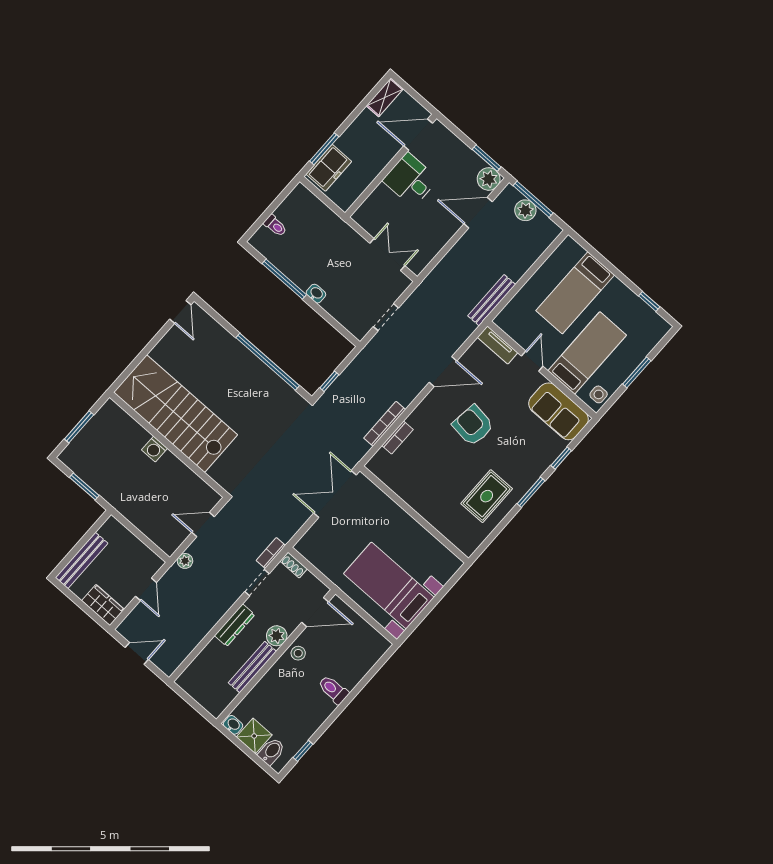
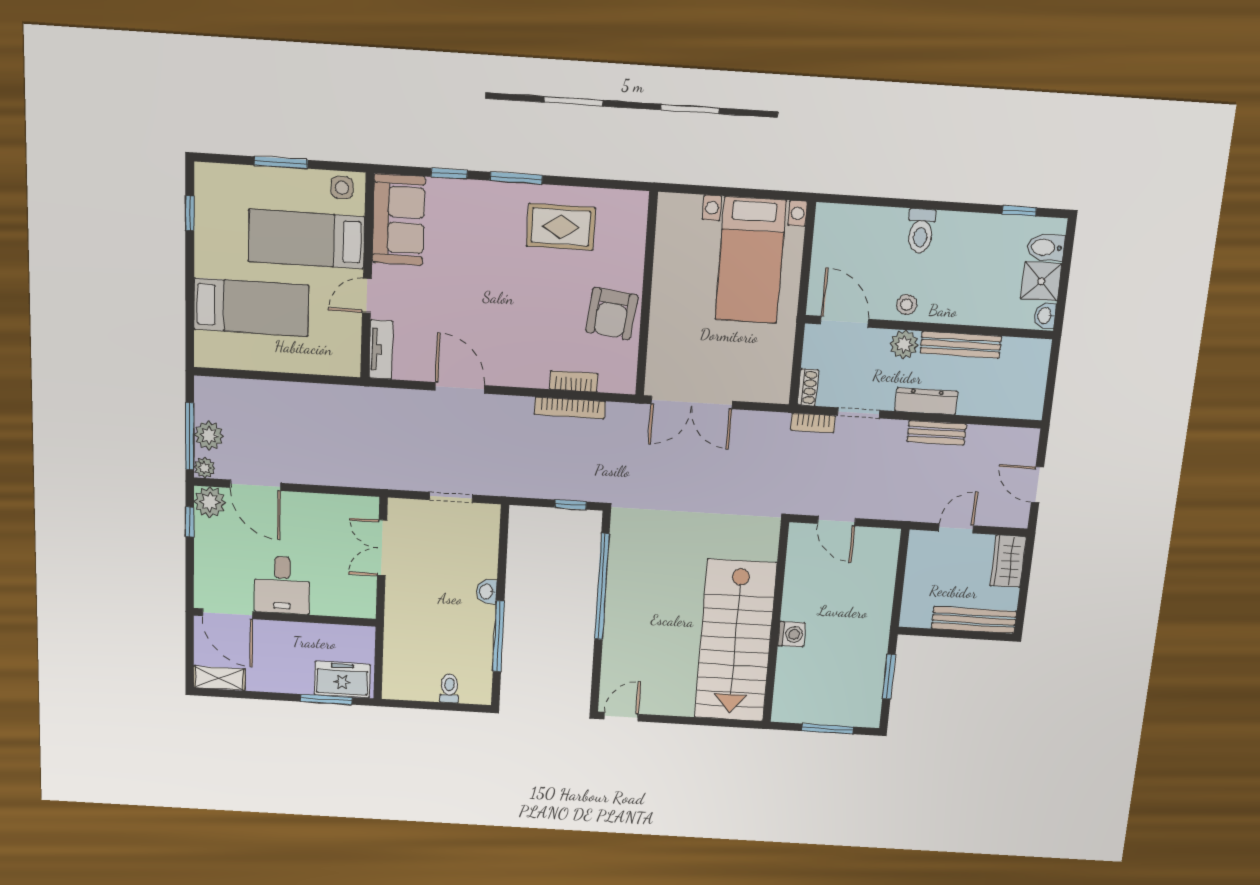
window: (487, 158) -> (190, 522), width x0.67
bench: (492, 300) -> (937, 433), moved, width x0.73
armchair: (473, 426) -> (612, 313), moved
plant: (185, 561) -> (205, 468), moved

